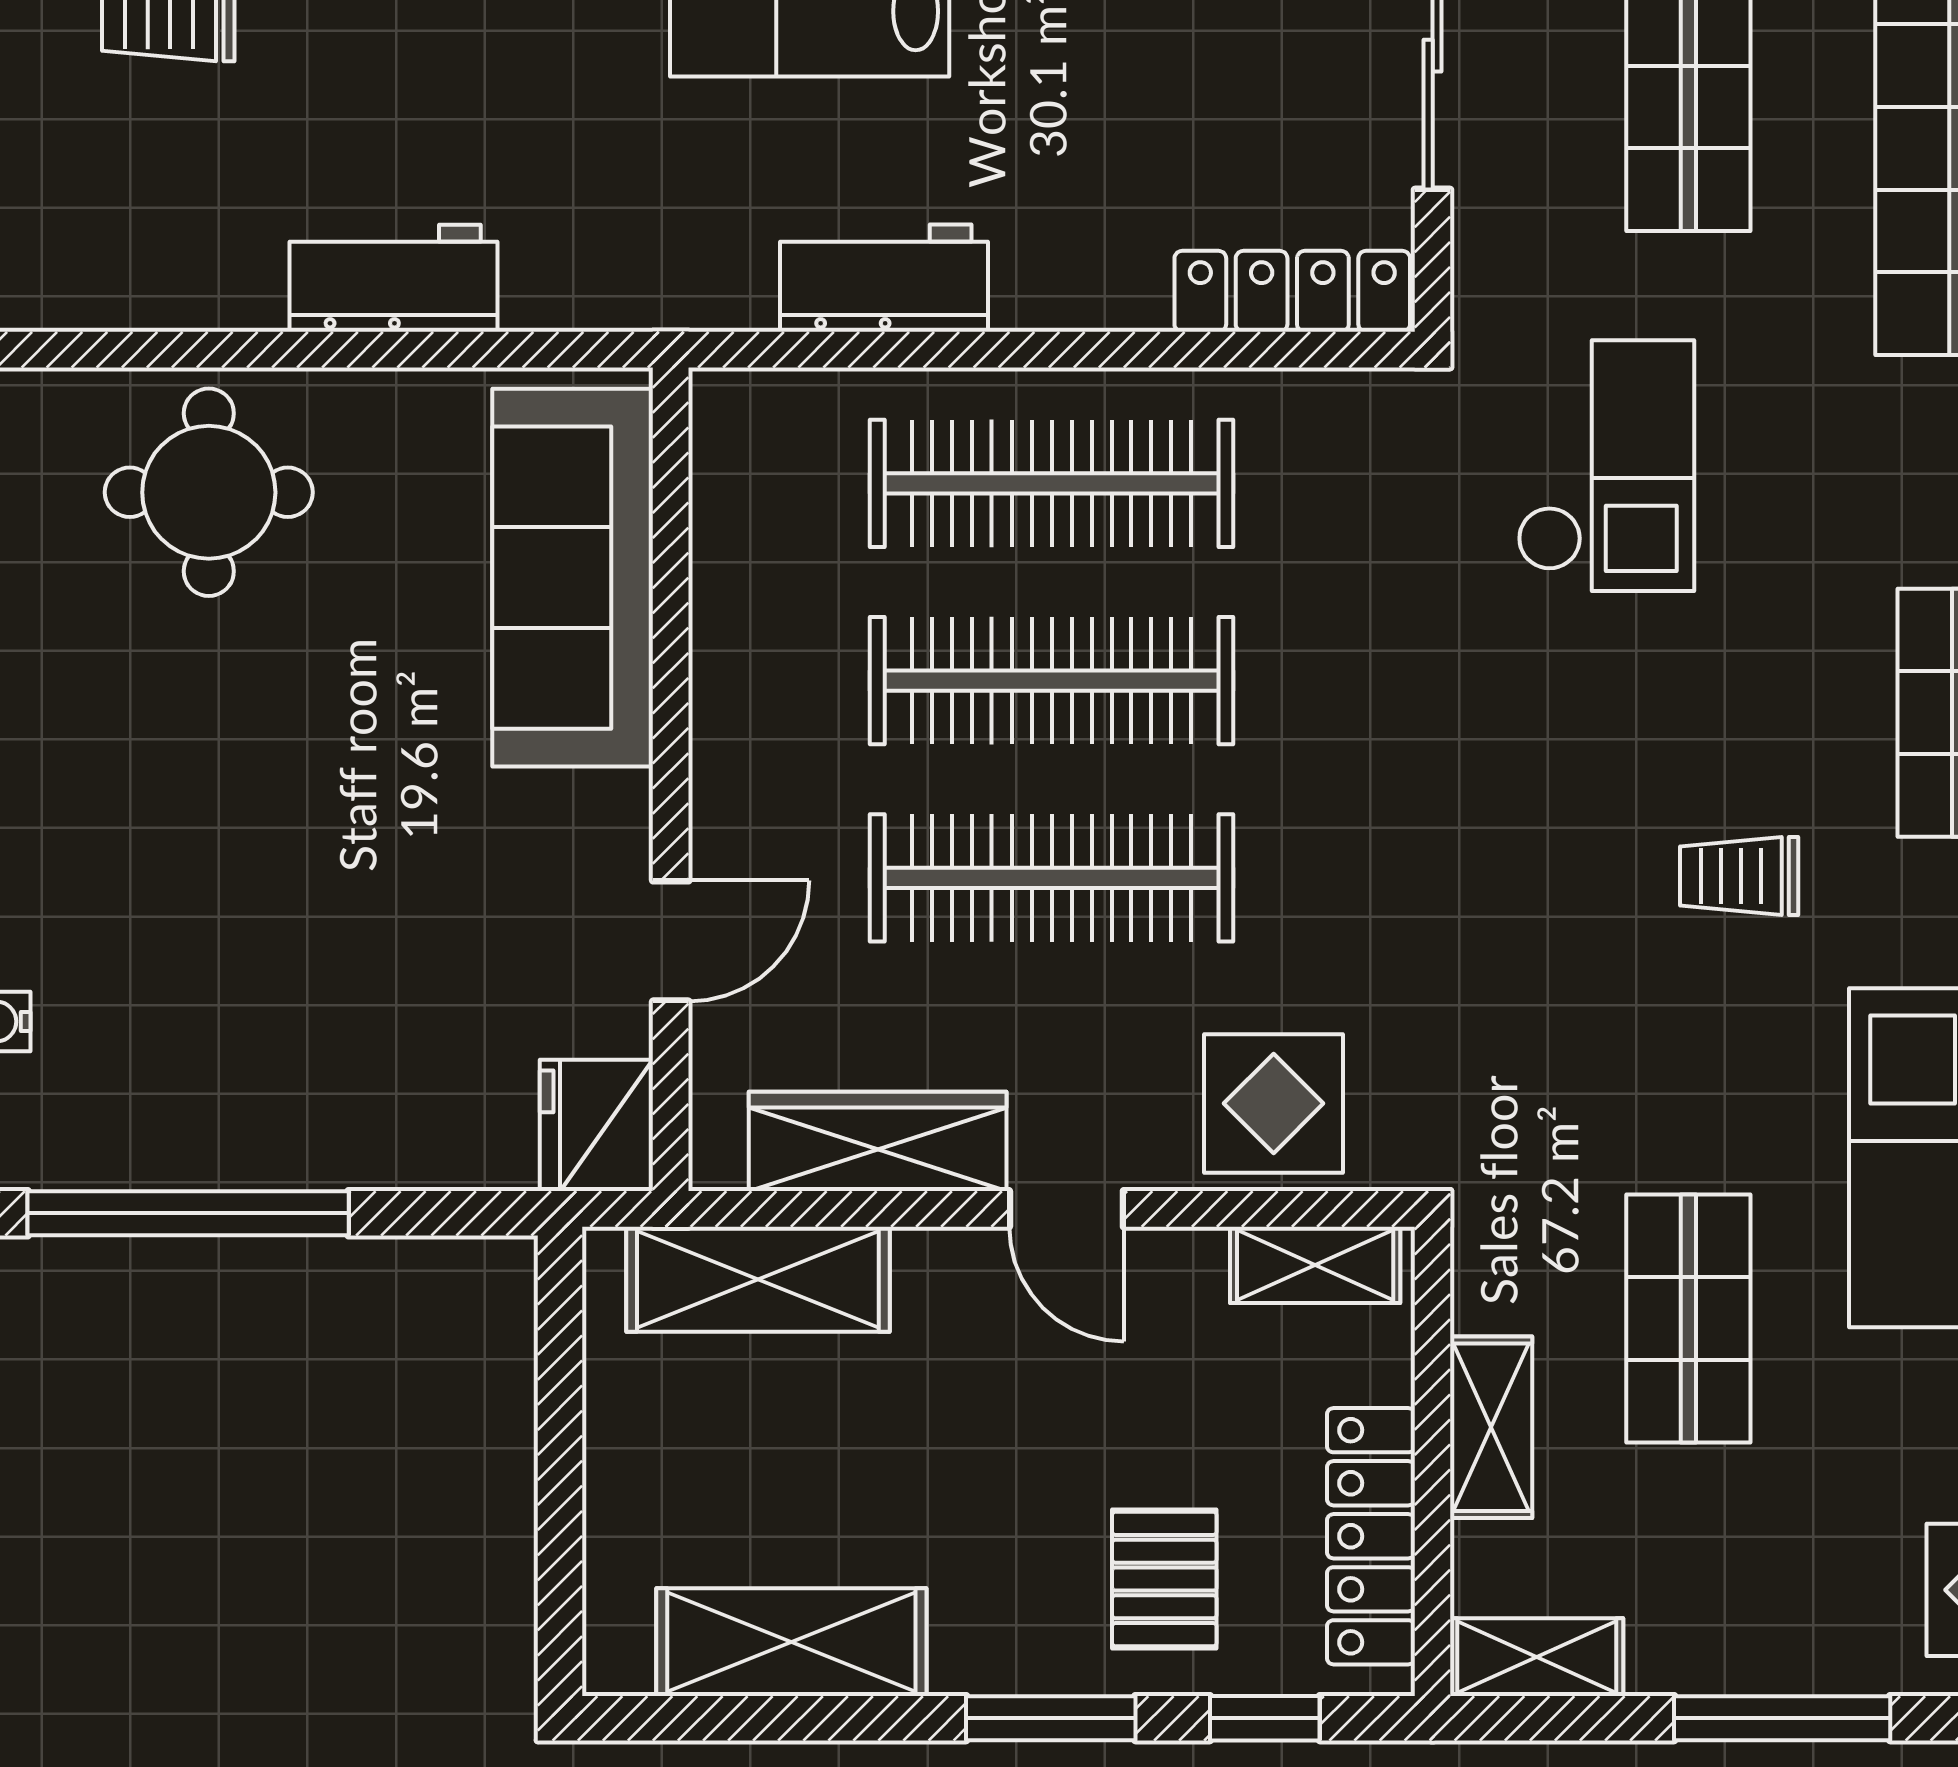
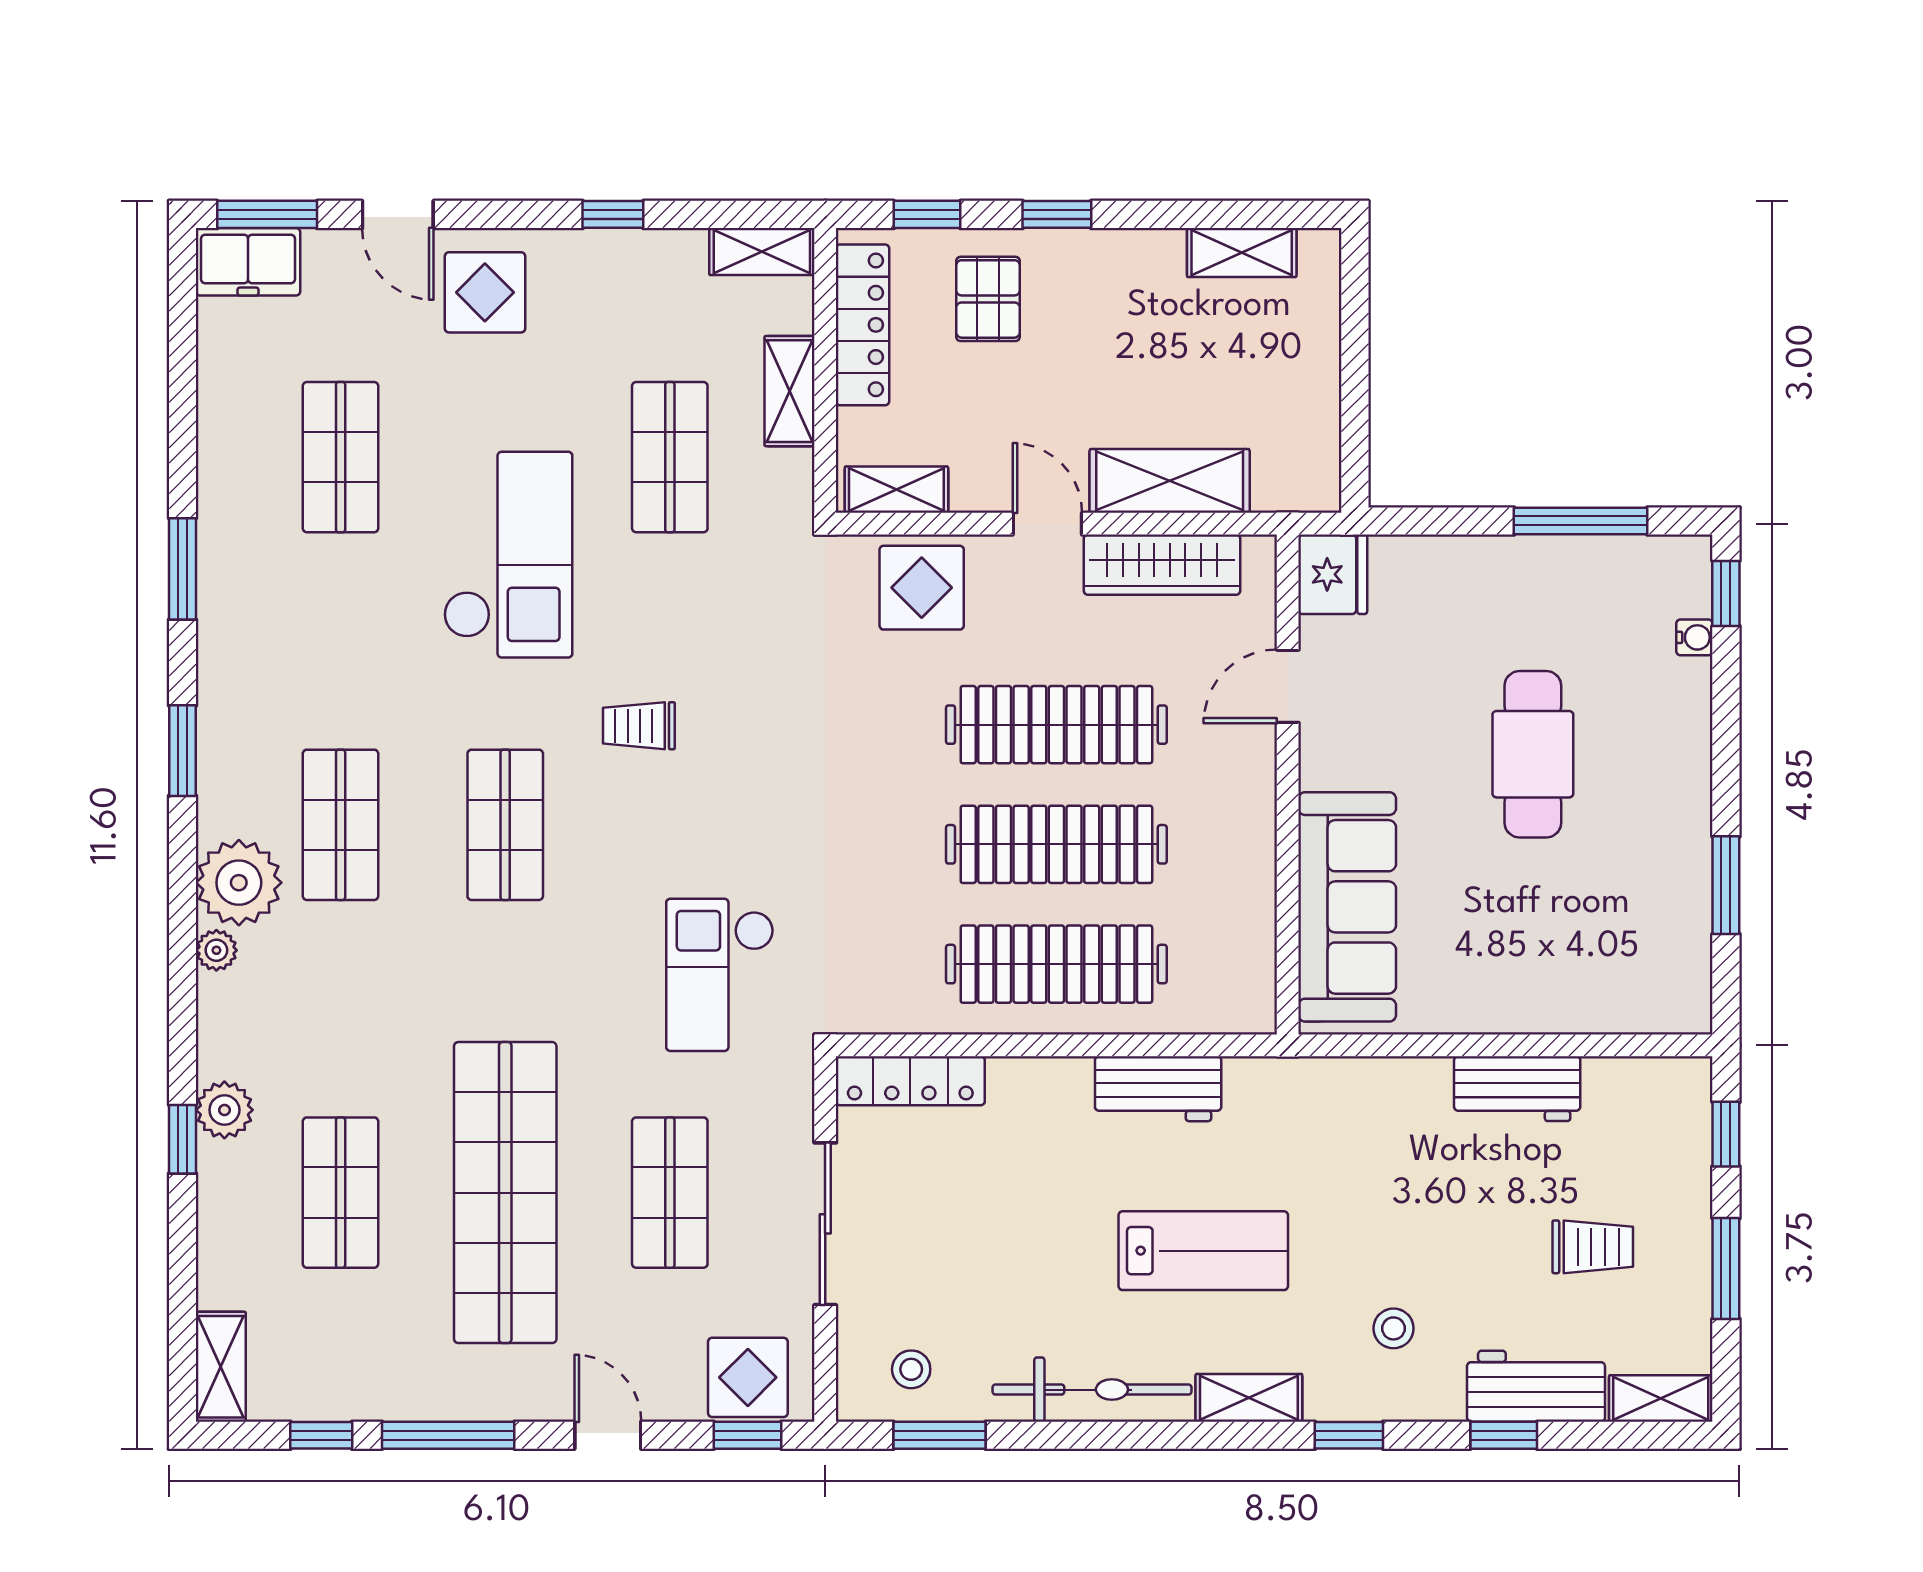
workbench: (393, 278) -> (1517, 1089), moved
round table: (209, 492) -> (1568, 959), removed
cafe table: (267, 829) -> (1533, 754), added
trolley: (1739, 876) -> (639, 726), turned 180
window: (188, 1213) -> (1581, 521), width x0.68
shelving: (758, 1279) -> (1170, 481), moved
shelving: (791, 1642) -> (1242, 252), width x0.67, depth x0.75
window: (1051, 1718) -> (1057, 214), width x0.67
window: (1782, 1718) -> (613, 214), width x0.46

